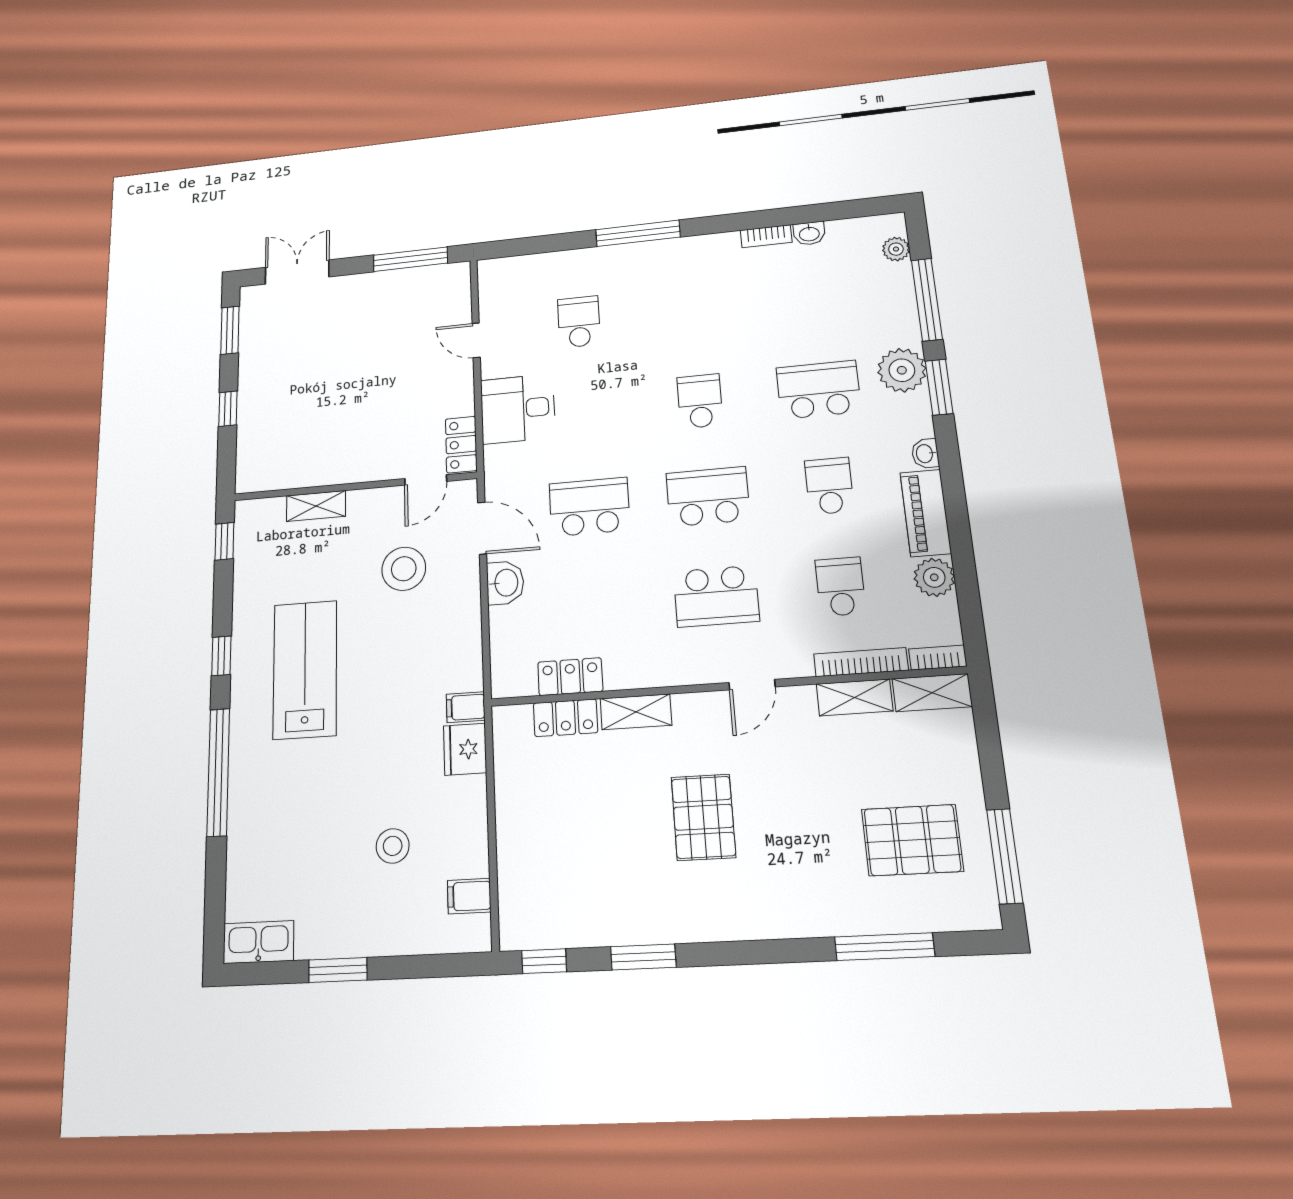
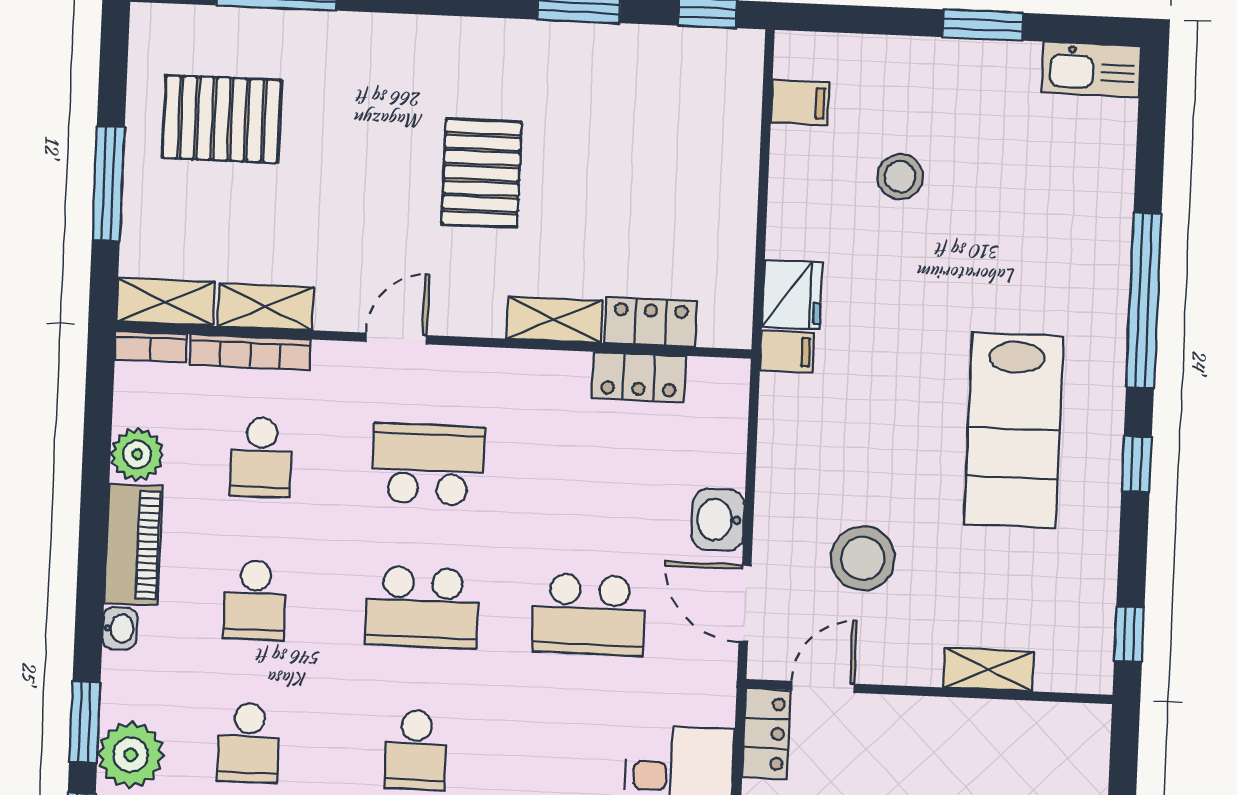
school desk: (818, 390) -> (249, 743), width x0.54
window: (1005, 856) -> (108, 184), moved

